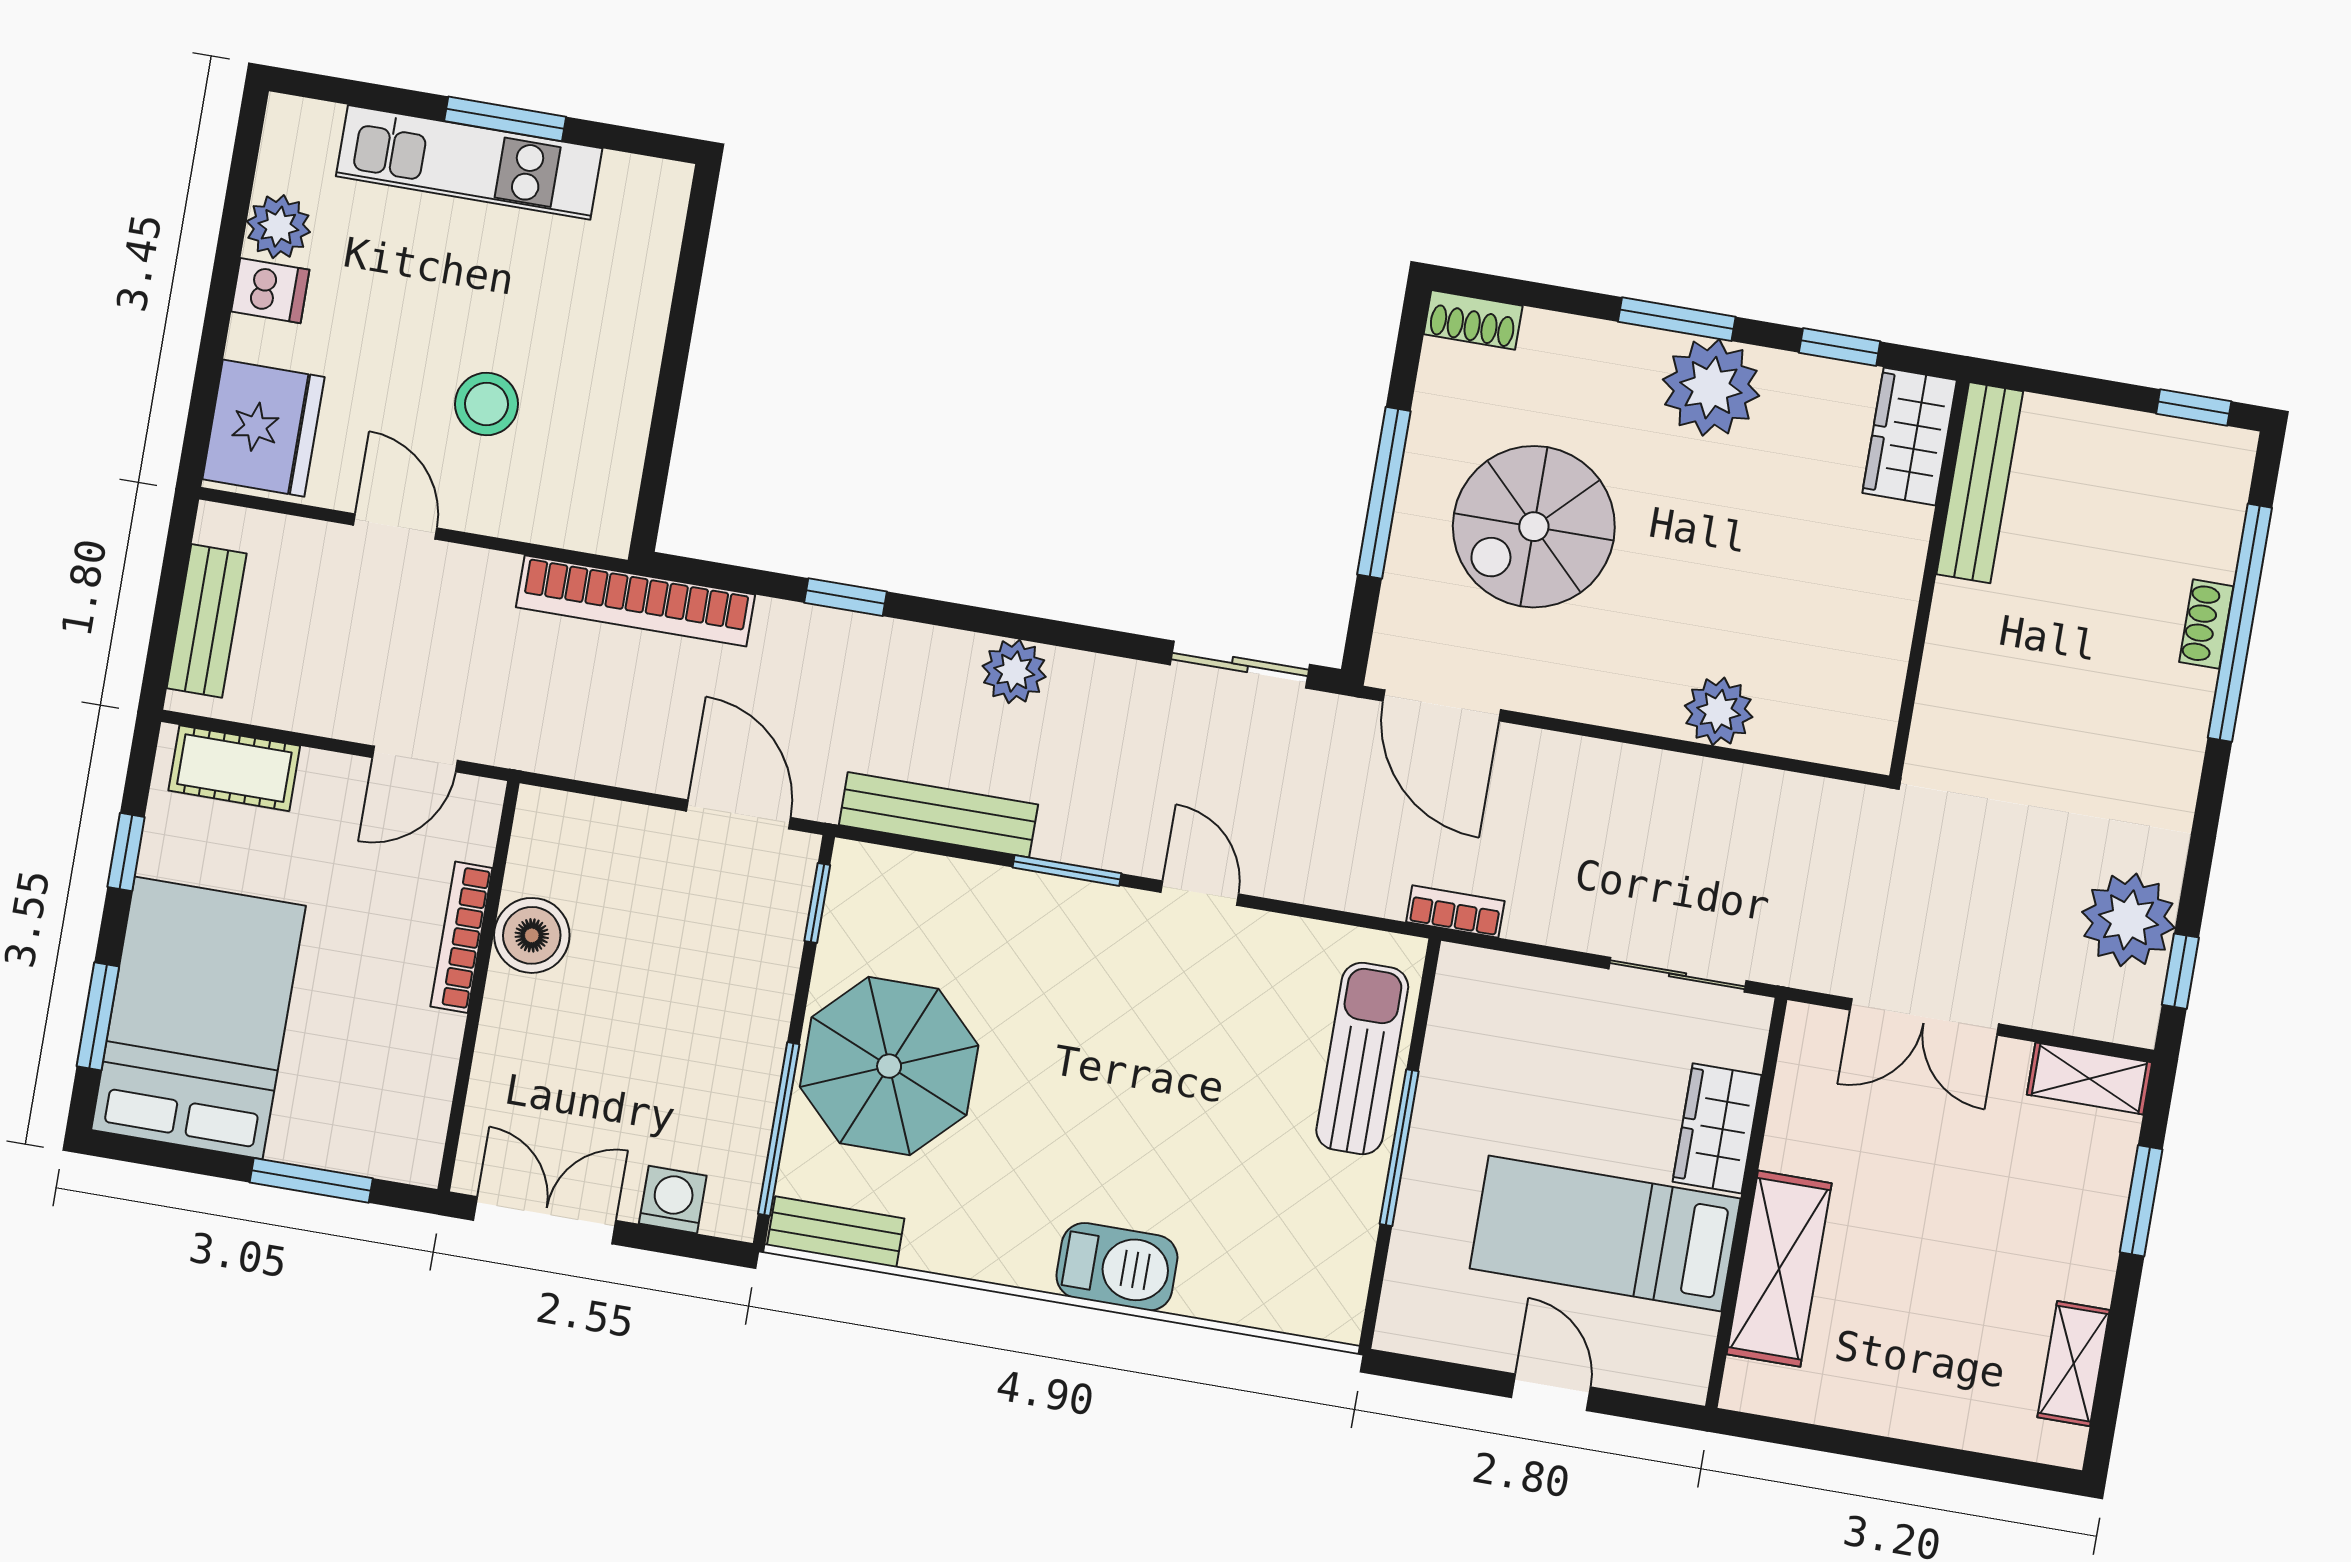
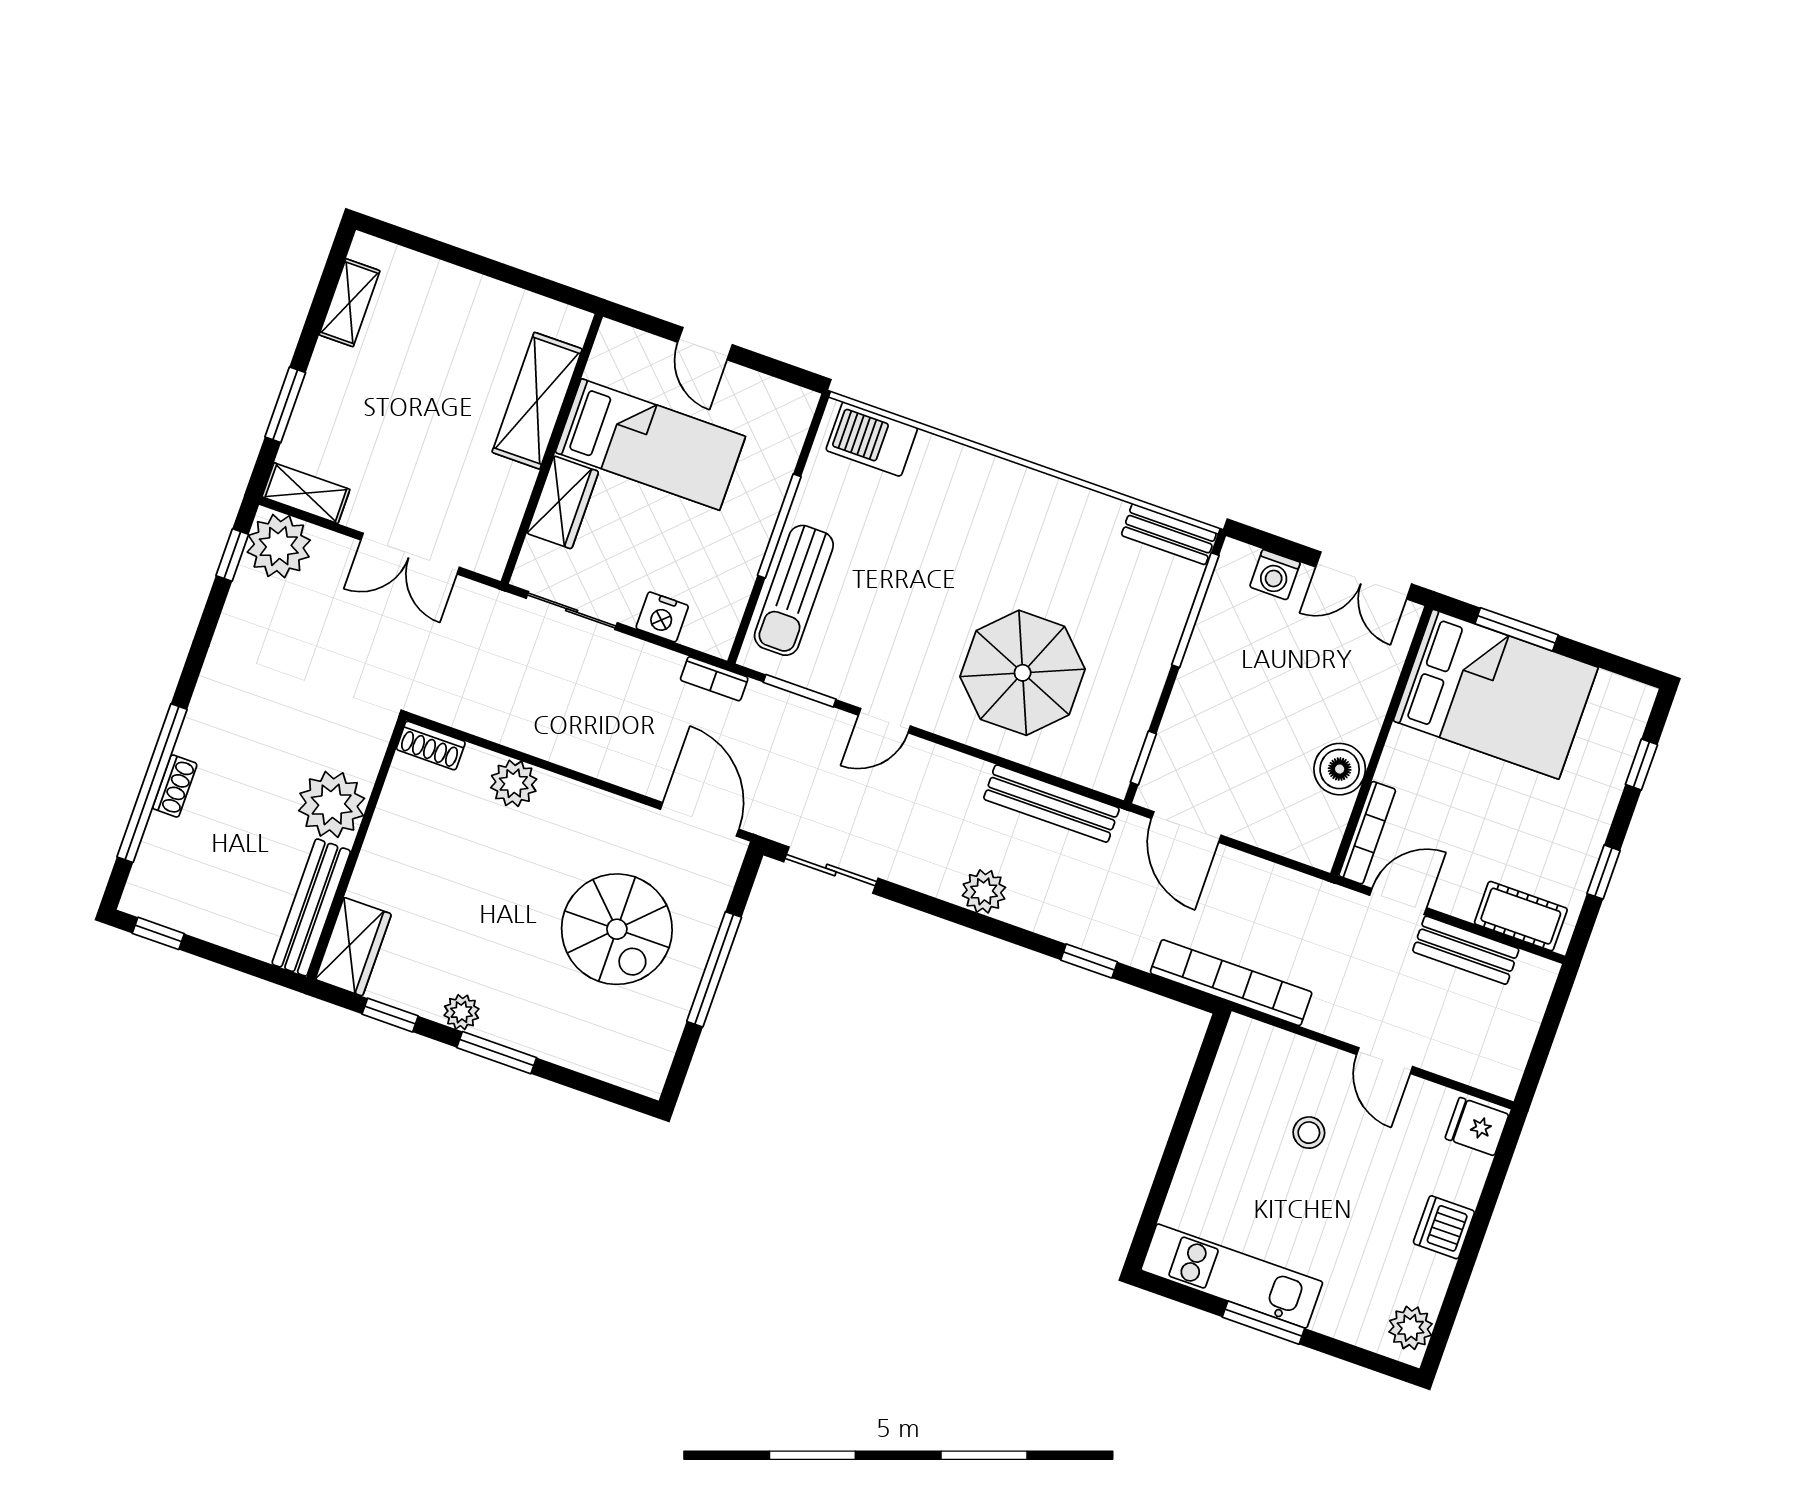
kitchen unit: (469, 162) -> (1232, 1276), moved
plant: (278, 227) -> (1411, 1328), moved
dishwasher: (270, 291) -> (1444, 1227), width x1.38
shoe rack: (1473, 320) -> (431, 745), moved, turned 180
plant: (1711, 388) -> (462, 1012), width x0.53, depth x0.53
stool: (487, 404) -> (1309, 1133), width x0.73, depth x0.73
fridge: (264, 428) -> (1477, 1127), width x0.53, depth x0.75
spiral stairs: (1534, 527) -> (617, 929), turned 90
bench: (207, 621) -> (1466, 950), moved, turned 90
plant: (1976, 636) -> (332, 804), added
window: (1067, 870) -> (800, 691), moved
door: (1200, 893) -> (884, 721), hinge flipped
plant: (2128, 920) -> (279, 546), moved
bookcase: (461, 937) -> (1367, 833), moved
nightstand: (1545, 988) -> (662, 617), added
window: (98, 1016) -> (1641, 765), width x0.67
double door: (1924, 1017) -> (410, 554), swing flipped
bed: (199, 1018) -> (1496, 694), moved, turned -90
parasol: (889, 1066) -> (1023, 673), moved
barbecue: (1117, 1267) -> (872, 439), moved

